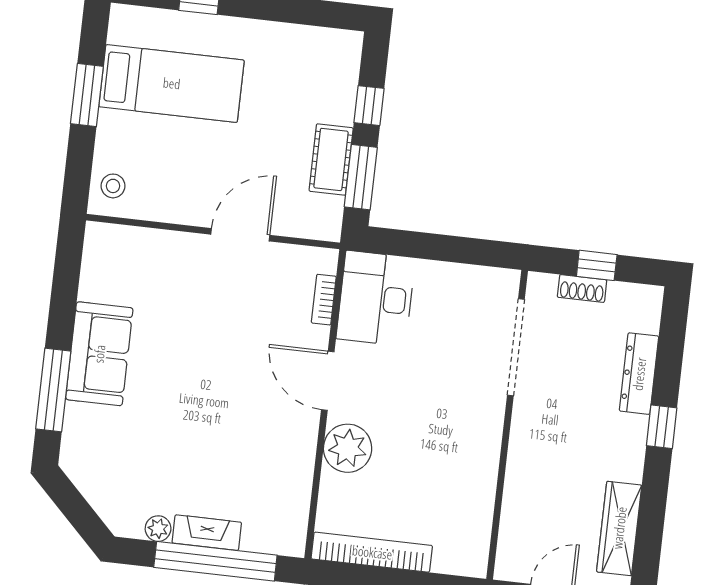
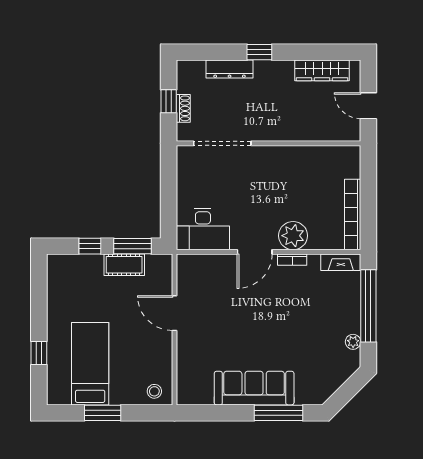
bookcase: (324, 300) -> (292, 260), moved
sofa: (99, 354) -> (254, 388), width x1.36
fireplace: (207, 533) -> (341, 262), moved, turned -90

